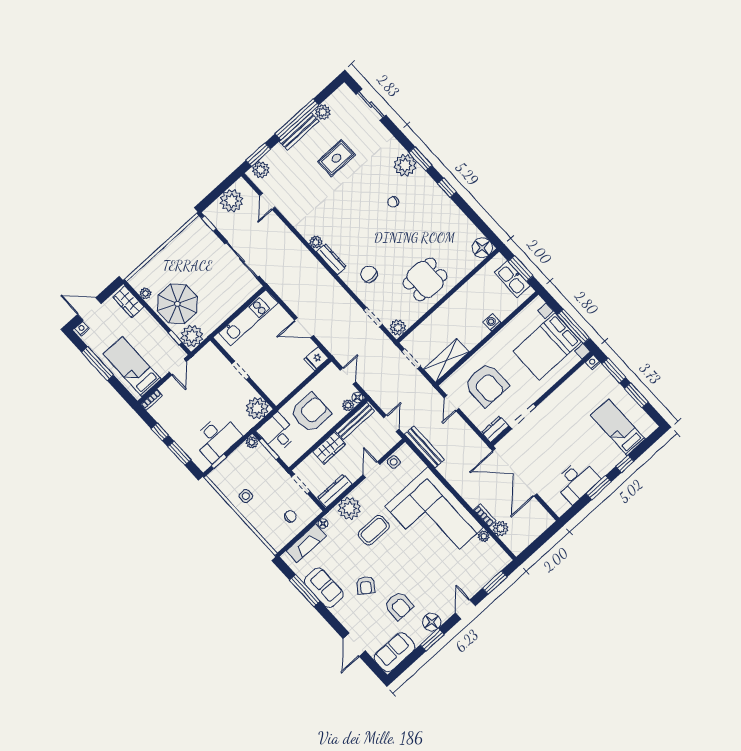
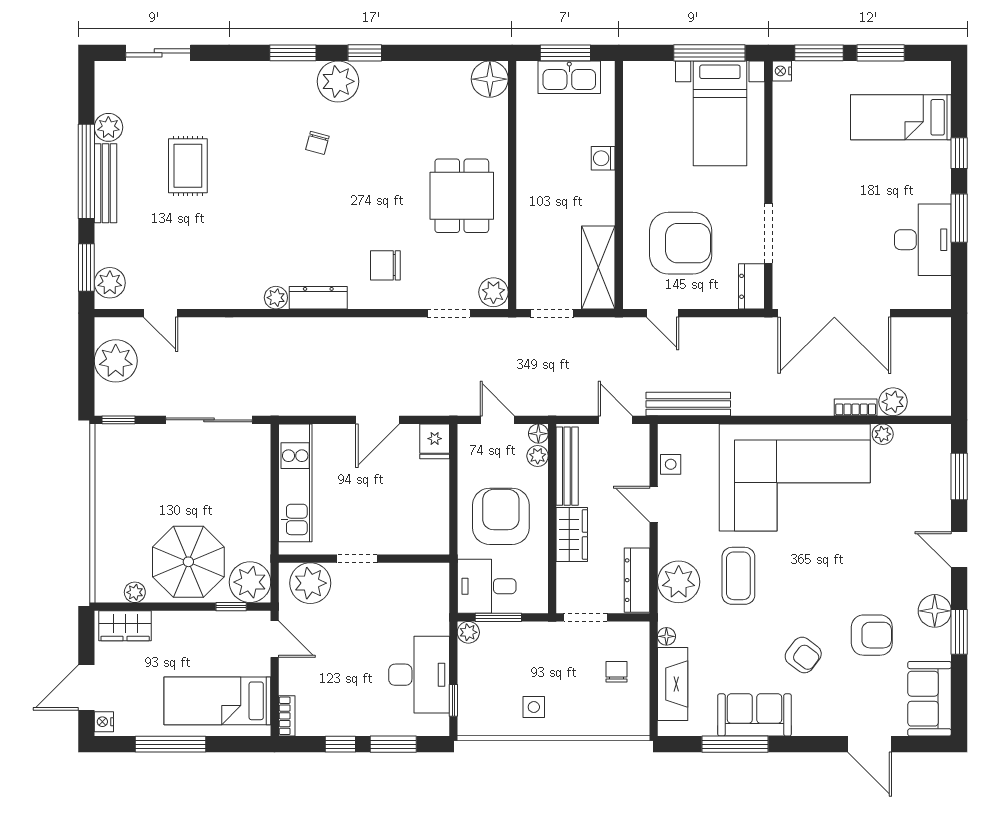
plant: (405, 165) -> (338, 81), moved
bed with nightstands: (547, 346) -> (720, 113), width x0.73
plant: (257, 408) -> (310, 583), moved

